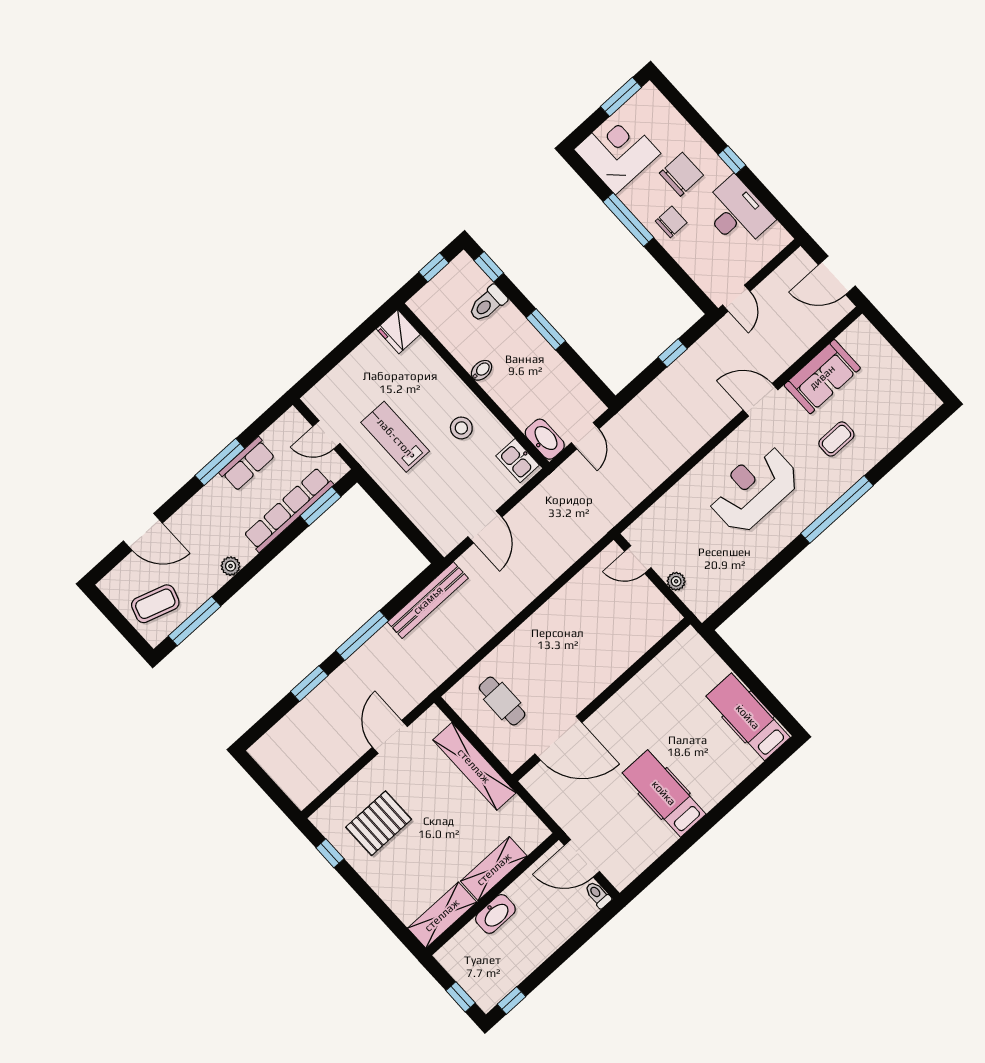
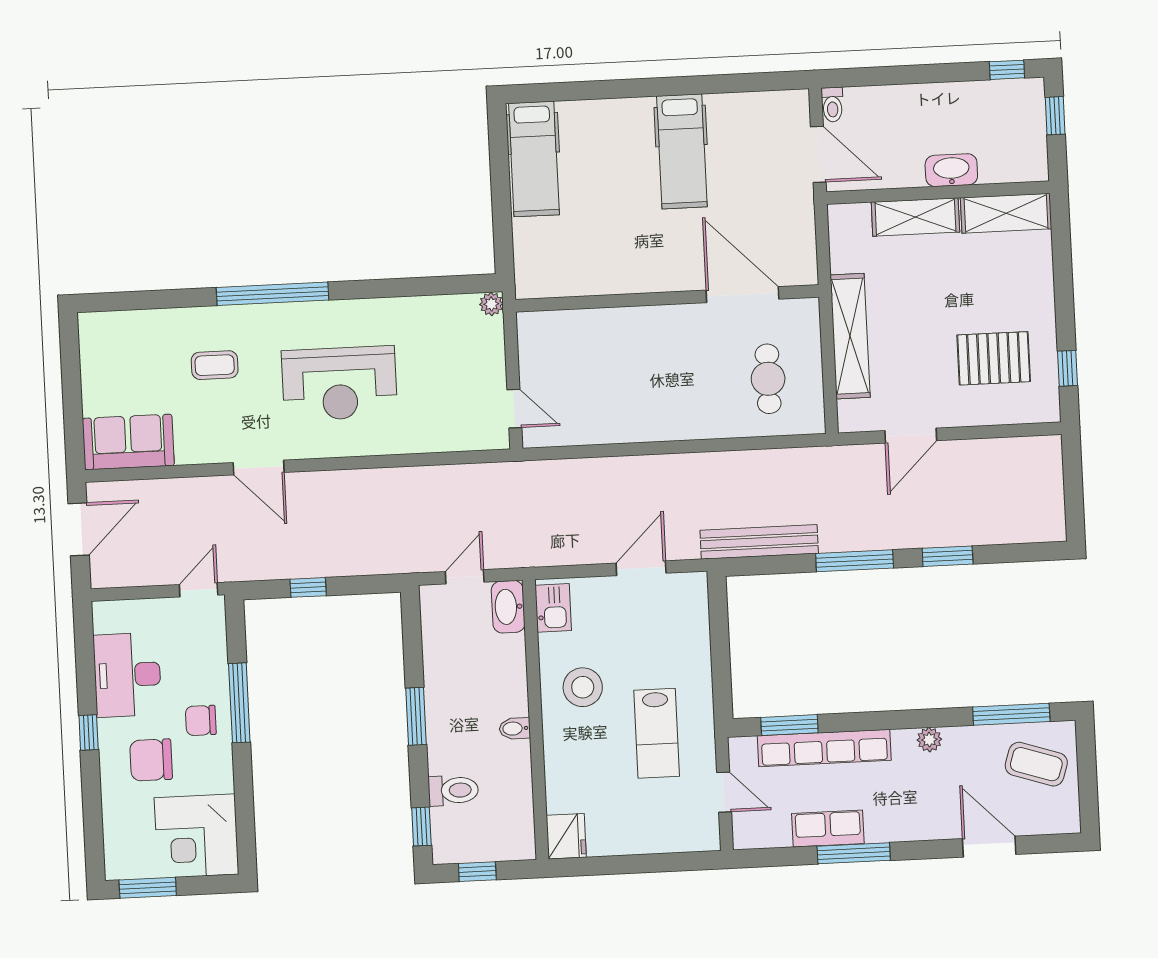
window: (628, 220) -> (239, 703), moved
door: (837, 275) -> (79, 529), hinge flipped
sofa: (822, 377) -> (128, 442), moved
stool: (461, 428) -> (583, 687), width x1.38, depth x1.38
plant: (676, 581) -> (491, 304), moved

